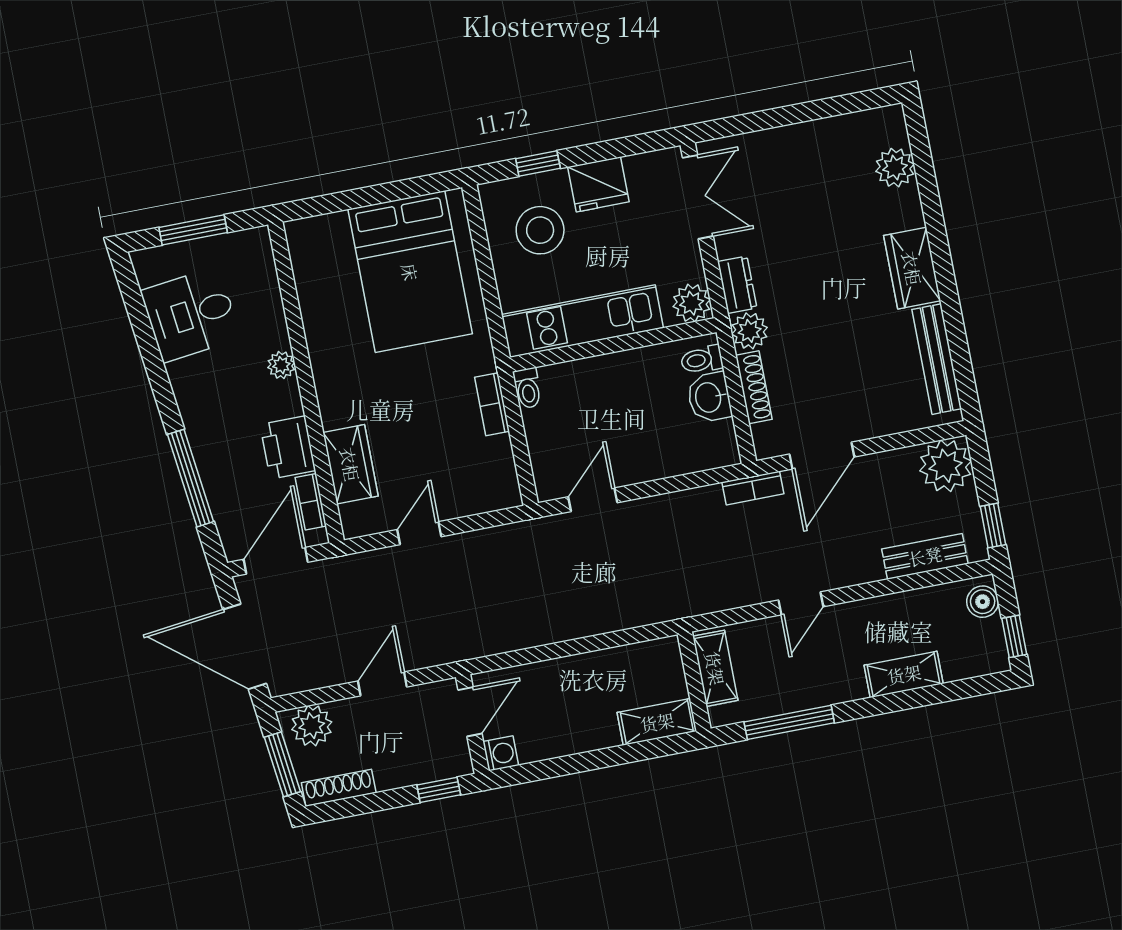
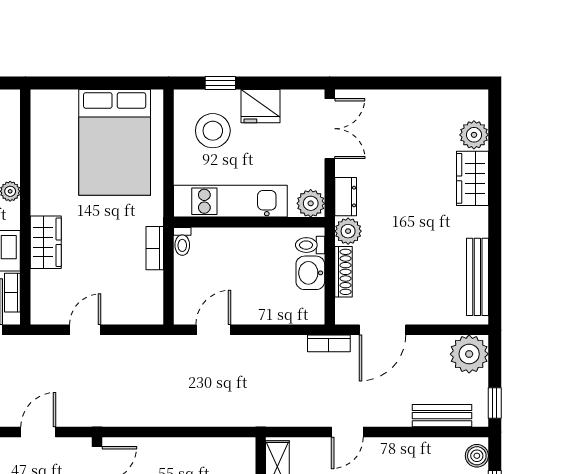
wardrobe: (912, 268) -> (472, 178), moved
wardrobe: (350, 464) -> (46, 242), moved

